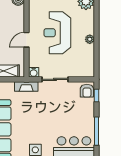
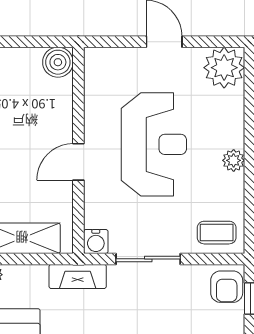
reception desk: (57, 33) -> (154, 144), turned 180
coffee table: (83, 69) -> (217, 233), added

